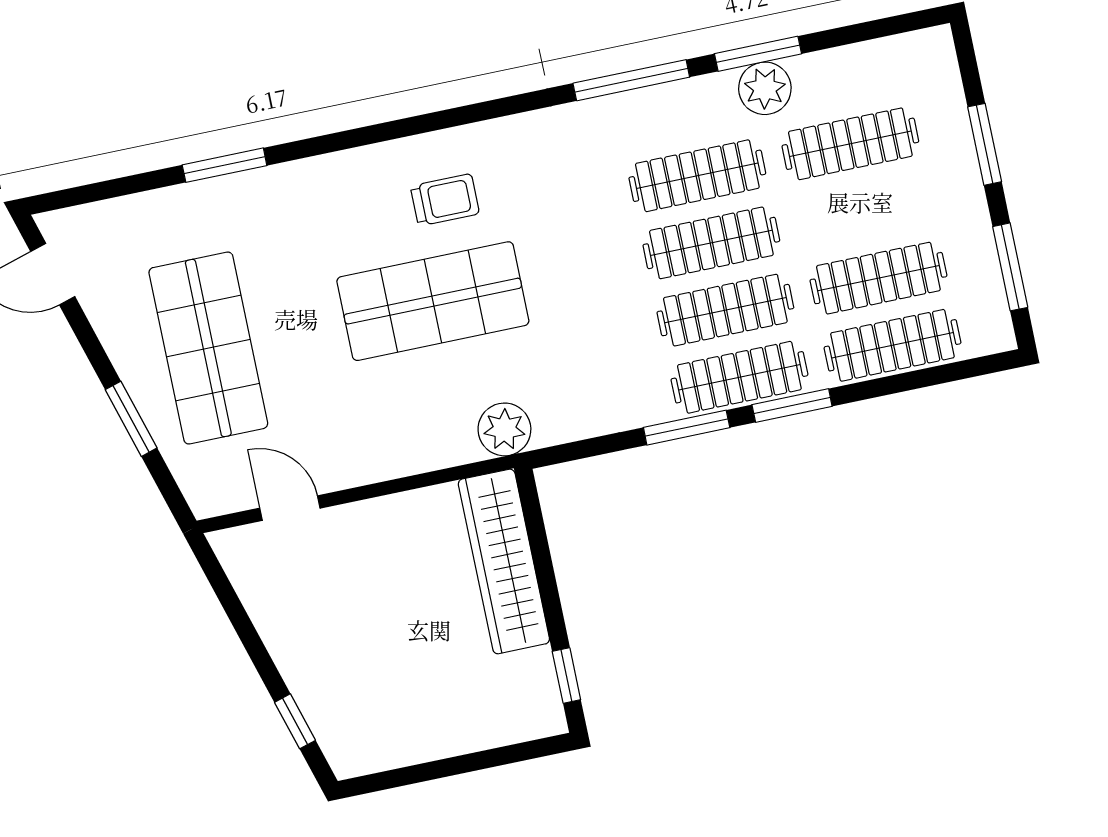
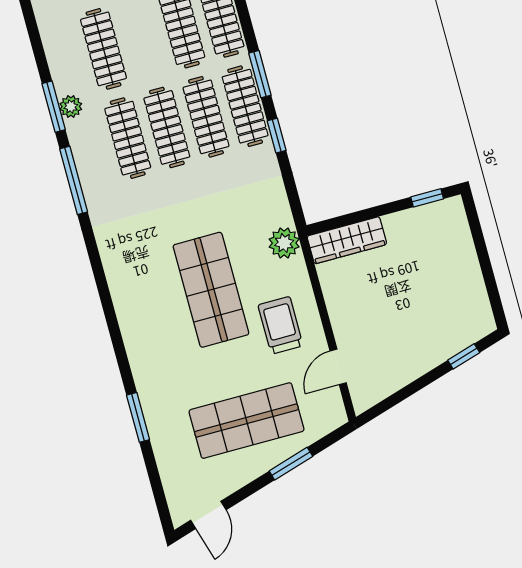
plant: (765, 88) -> (71, 107), width x0.73, depth x0.73
trolley: (445, 200) -> (281, 325), moved, width x1.36, depth x1.39
window: (687, 428) -> (277, 136), width x0.67
wardrobe: (504, 561) -> (347, 240), width x0.71, depth x0.85

